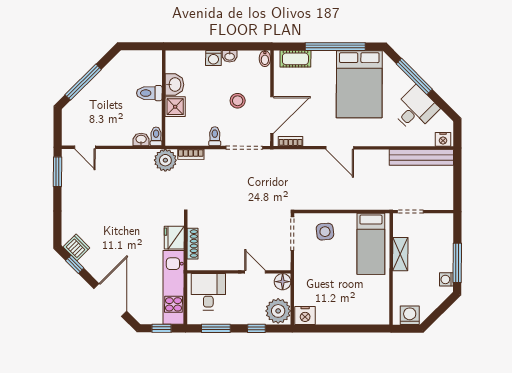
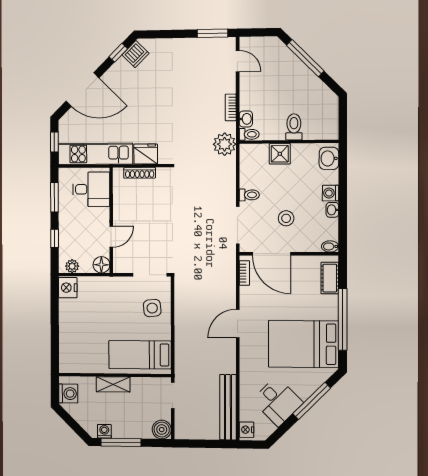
washbasin: (174, 85) -> (329, 158), moved, turned 90
door: (85, 147) -> (238, 61), swing flipped
bookcase: (191, 154) -> (231, 107), moved
boiler: (444, 223) -> (162, 430), added
shelving: (400, 254) -> (113, 384), moved
plant: (278, 311) -> (72, 266), width x0.53, depth x0.53

